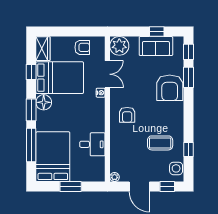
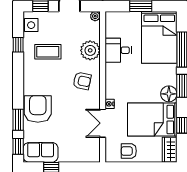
plant: (119, 46) -> (90, 50), moved
sofa: (156, 46) -> (41, 152), moved
armchair: (127, 115) -> (82, 81), turned 102

